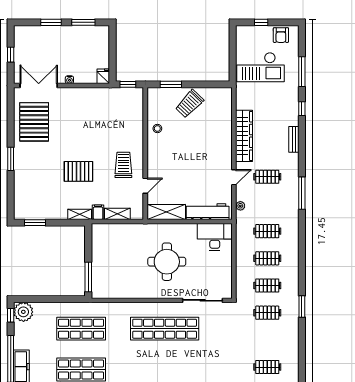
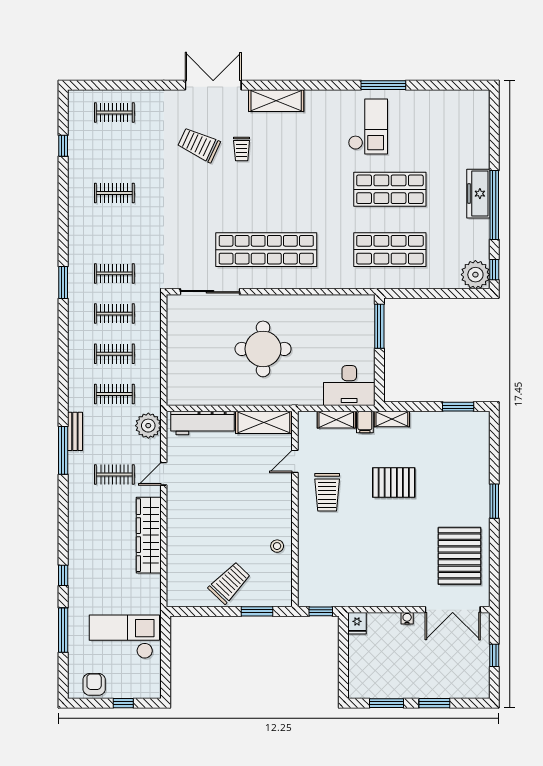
bench: (294, 139) -> (75, 431), moved
plant: (240, 206) -> (148, 426), width x1.87, depth x1.87
desk: (215, 237) -> (349, 386), moved

